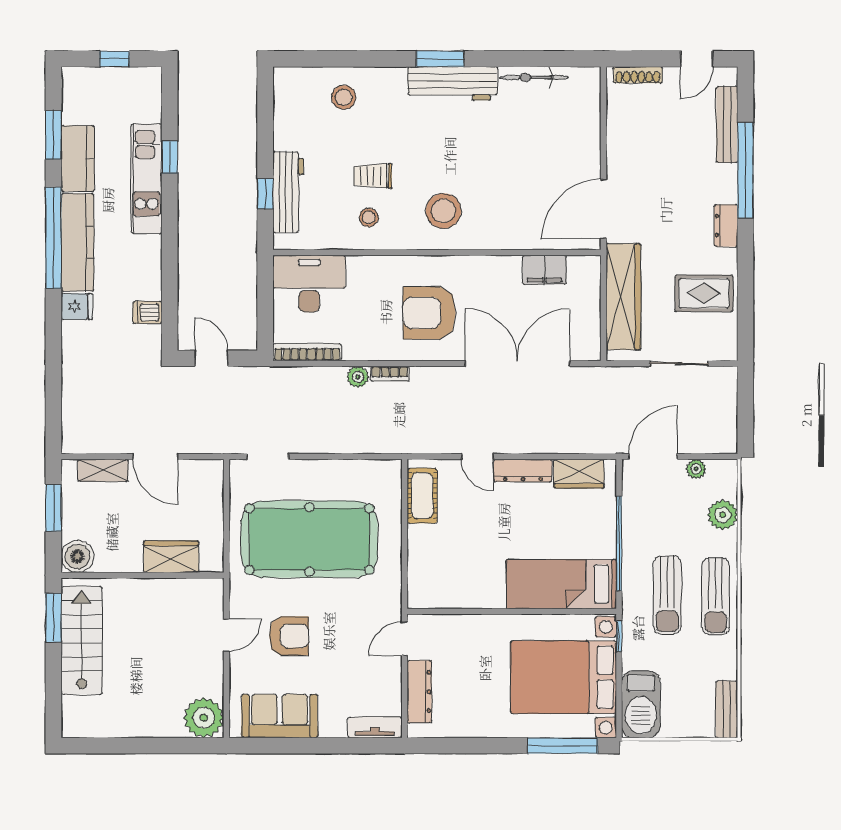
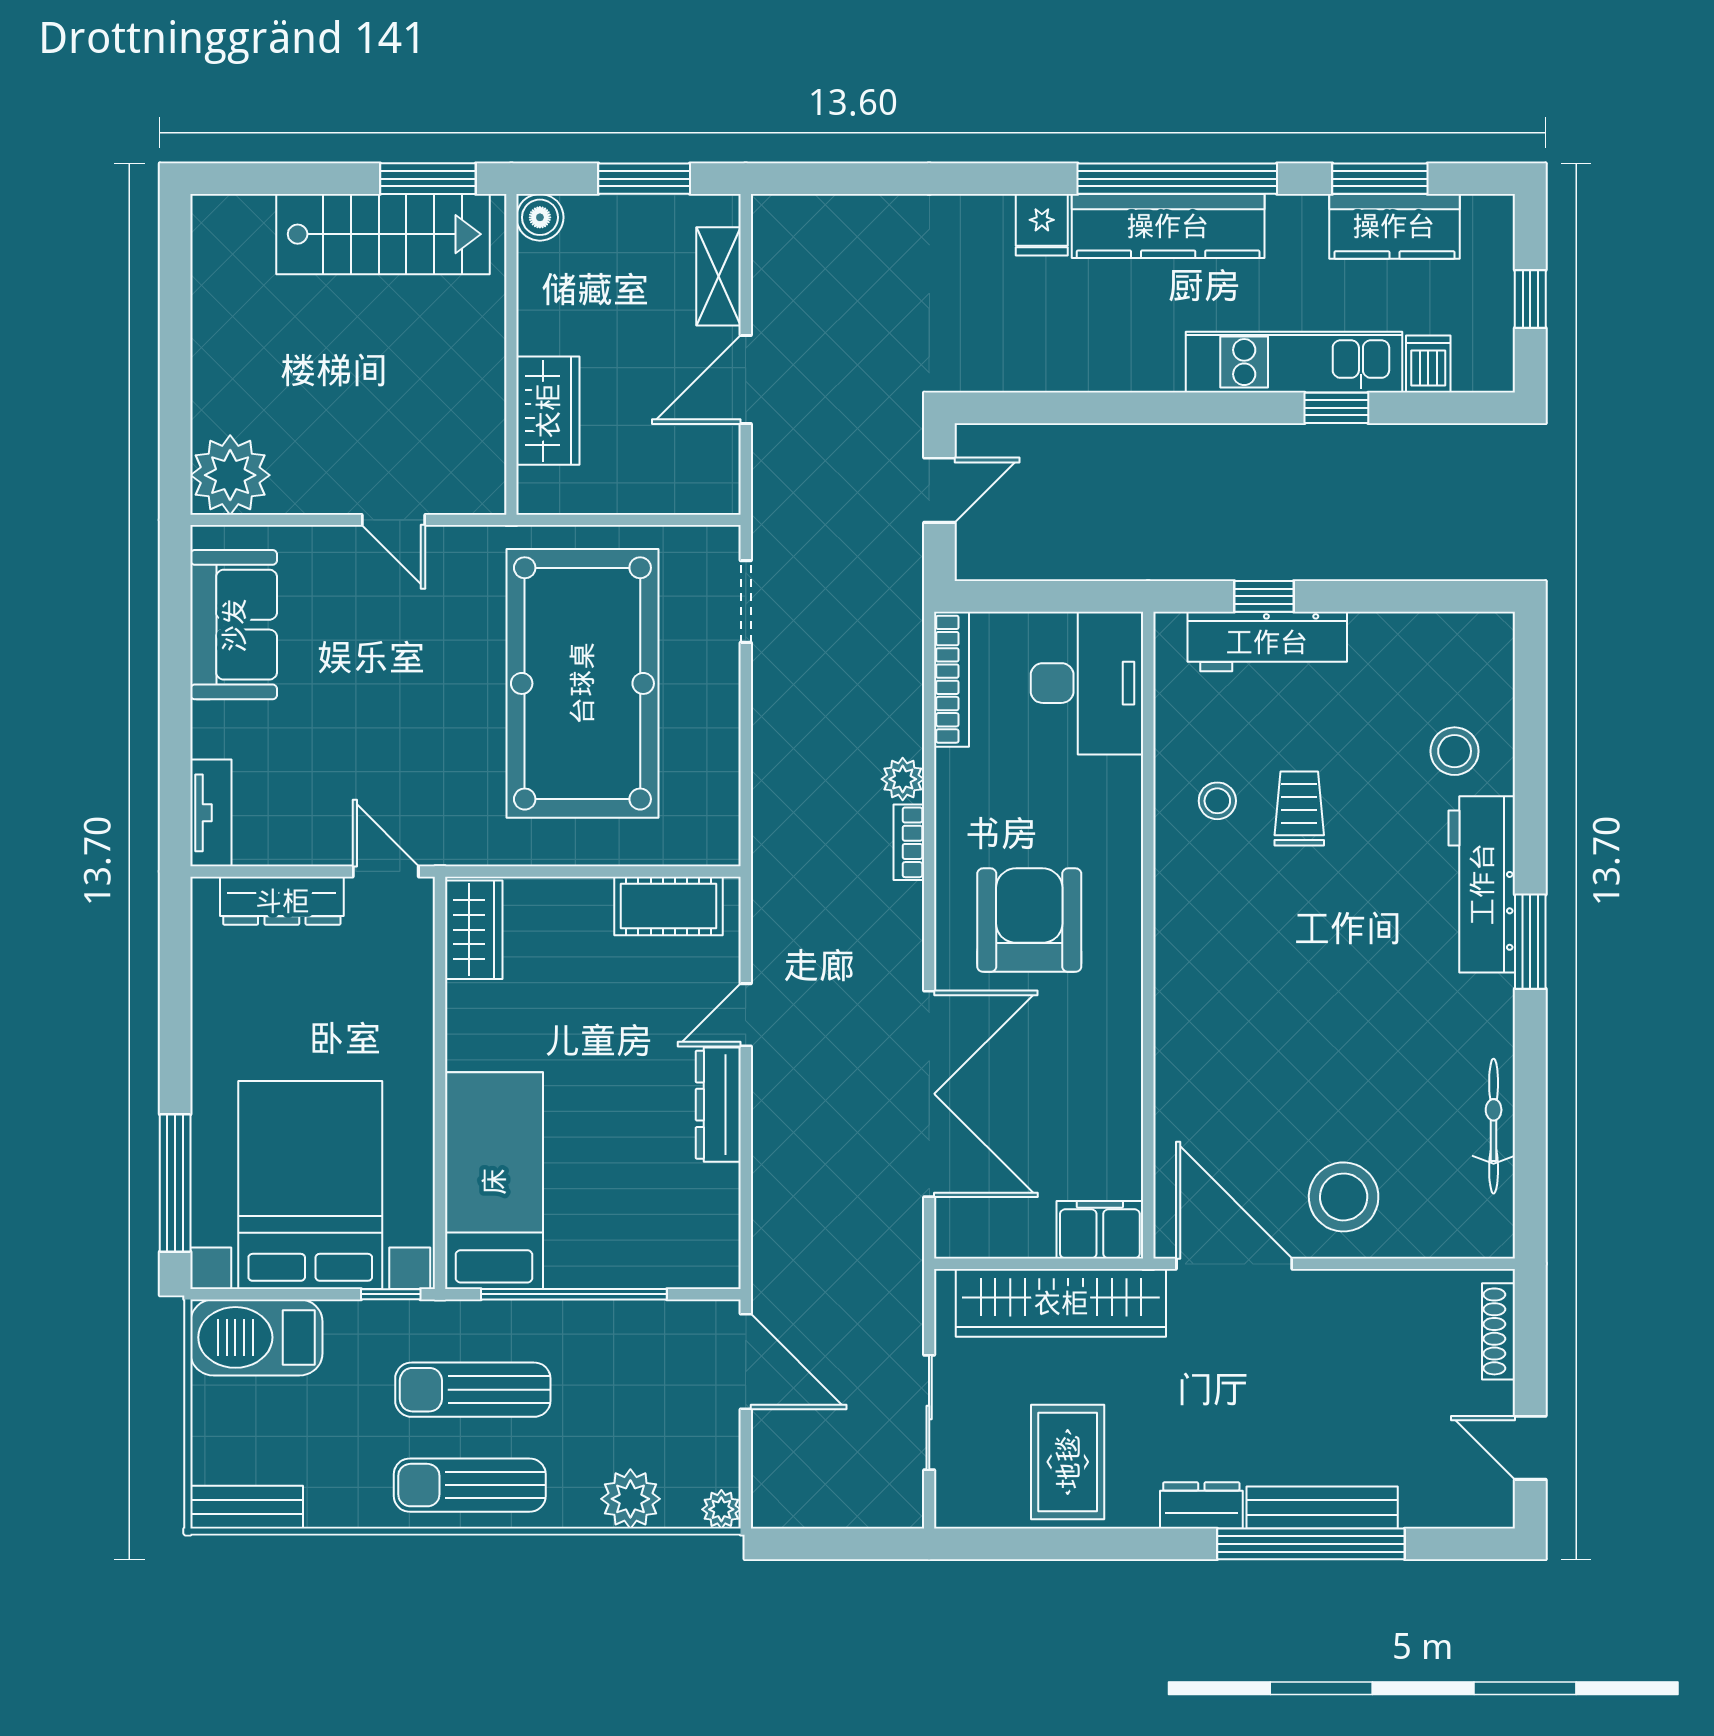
workbench: (453, 83) -> (1482, 884), moved
bench: (727, 125) -> (1322, 1507), moved
kitchen counter: (78, 159) -> (1394, 226), moved
stool: (443, 211) -> (1344, 1197), moved
filing cabinet: (544, 270) -> (1100, 1230), moved, turned 90
dishwasher: (147, 312) -> (1428, 364), moved
plant: (696, 469) -> (721, 1509), moved
wardrobe: (579, 474) -> (474, 930), moved, turned 180
boiler: (77, 556) -> (540, 217), width x0.73, depth x0.73
armchair: (289, 636) -> (392, 643), removed

